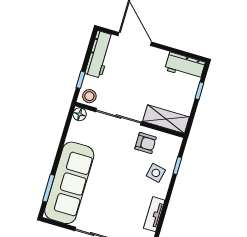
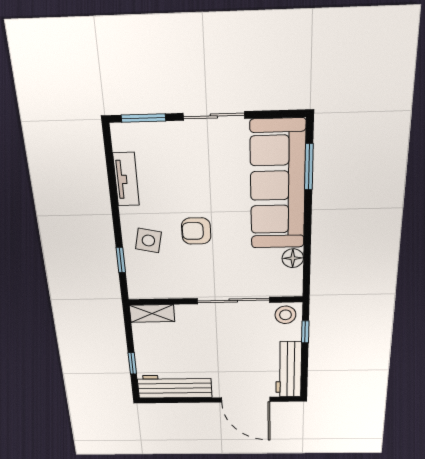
workbench: (185, 66) -> (175, 387), width x1.38
floor lamp: (80, 114) -> (293, 258), moved
shelving: (166, 119) -> (152, 313), width x0.67, depth x0.75
armchair: (146, 143) -> (196, 231), moved

